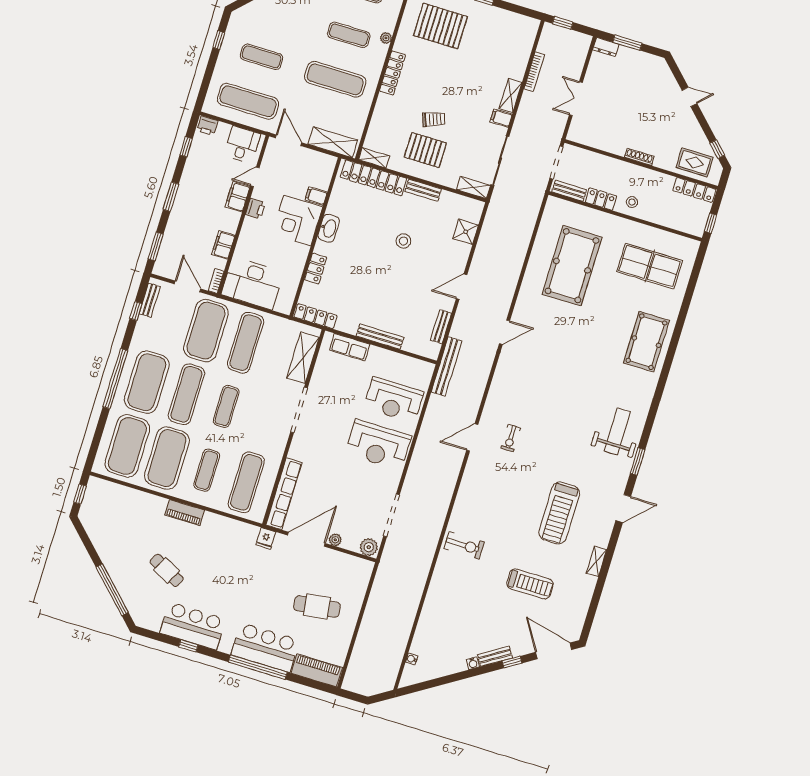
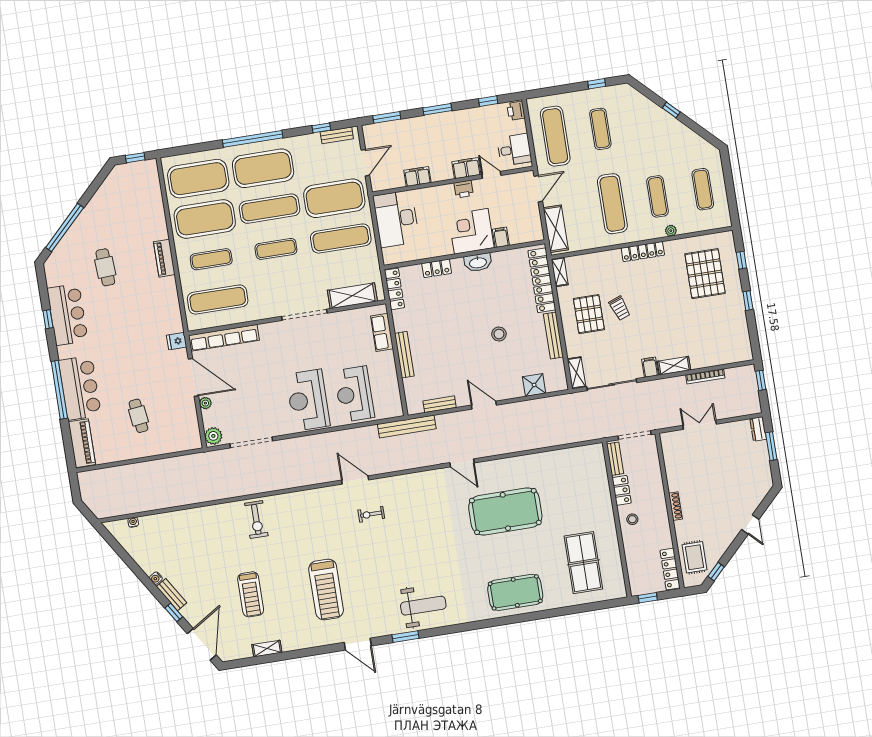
bench: (423, 190) -> (553, 336), width x1.36
pool table: (572, 266) -> (505, 512), moved
bookcase: (216, 281) -> (383, 186), removed
treadmill: (559, 513) -> (326, 589), turned -90
shelving: (596, 561) -> (267, 649), moved
cafe table: (167, 570) -> (105, 267), turned -30
cafe table: (317, 606) -> (138, 416), width x0.73, depth x0.74

